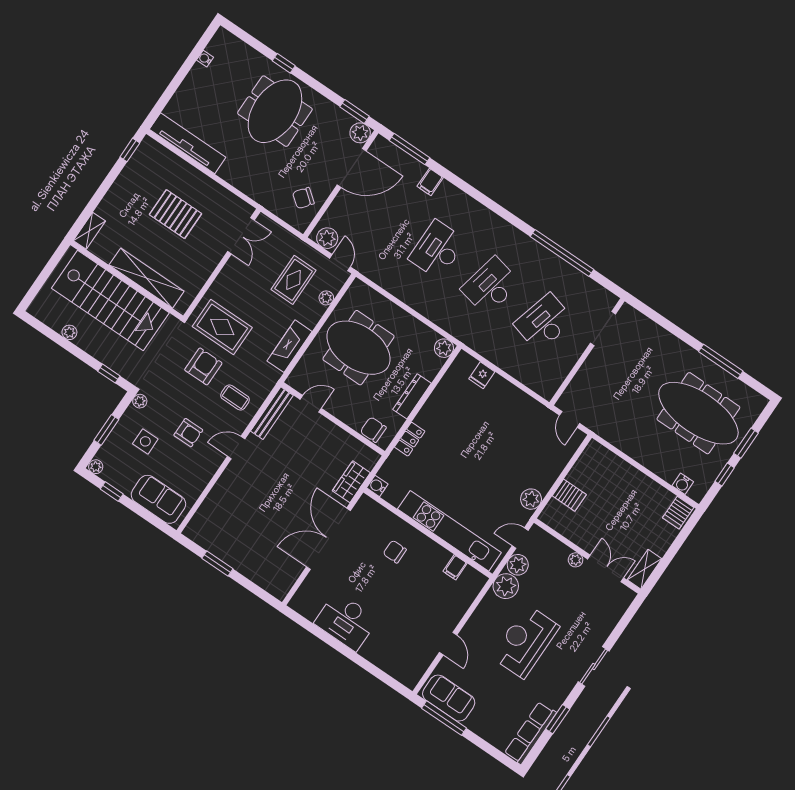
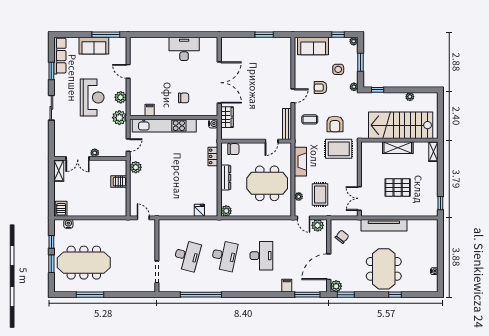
tv unit: (188, 143) -> (384, 225), moved
shelving: (147, 278) -> (398, 148), width x0.68
plant: (518, 565) -> (121, 97), moved
sofa: (449, 698) -> (94, 46), moved

